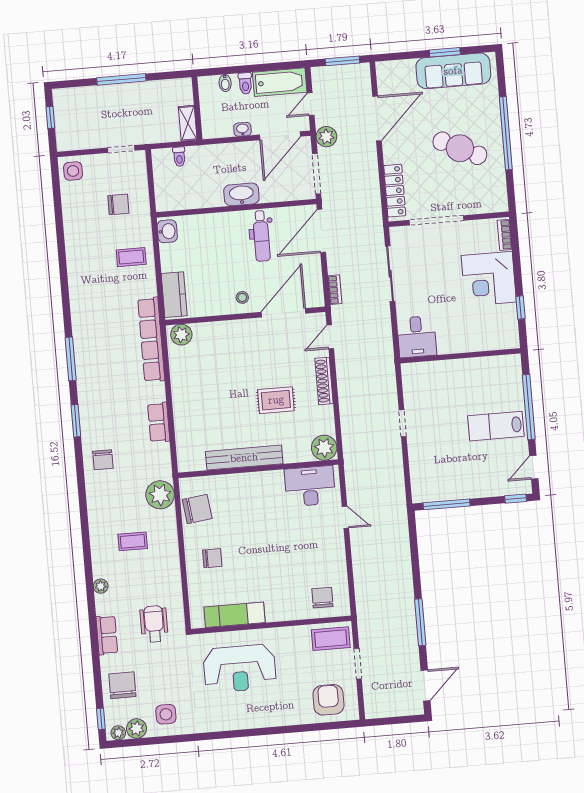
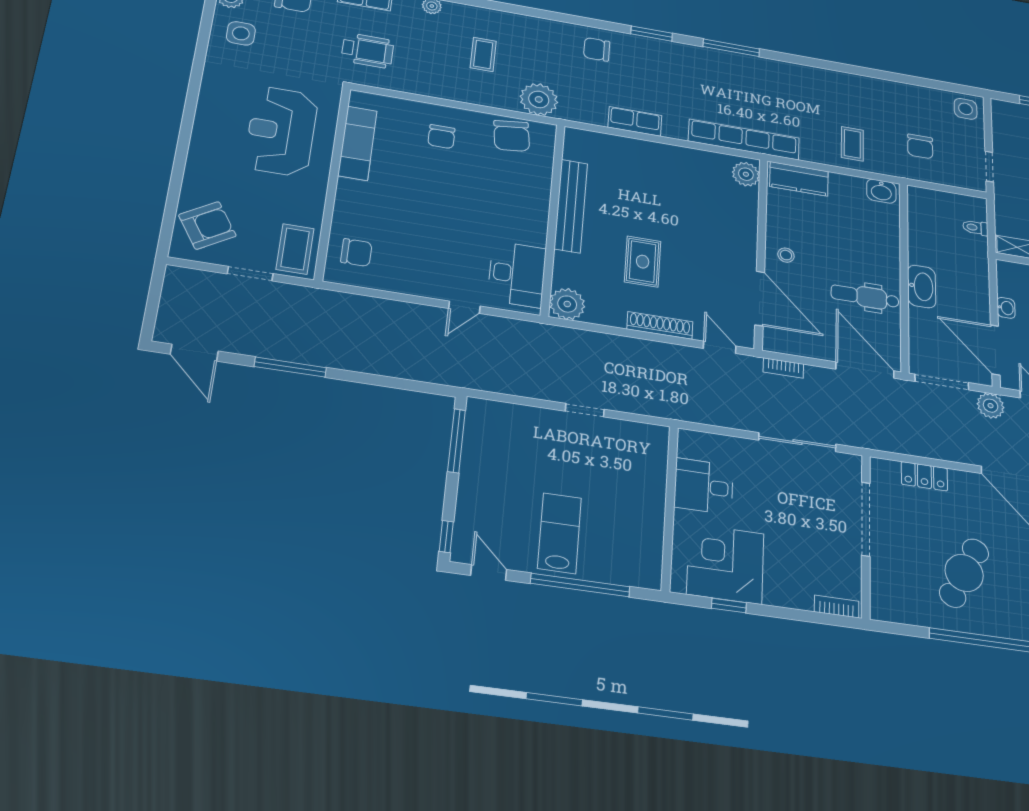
locker: (395, 191) -> (924, 476), width x0.66
corner desk: (489, 279) -> (725, 564), moved
desk: (417, 337) -> (704, 486), moved
armchair: (328, 700) -> (207, 225), turned -32

